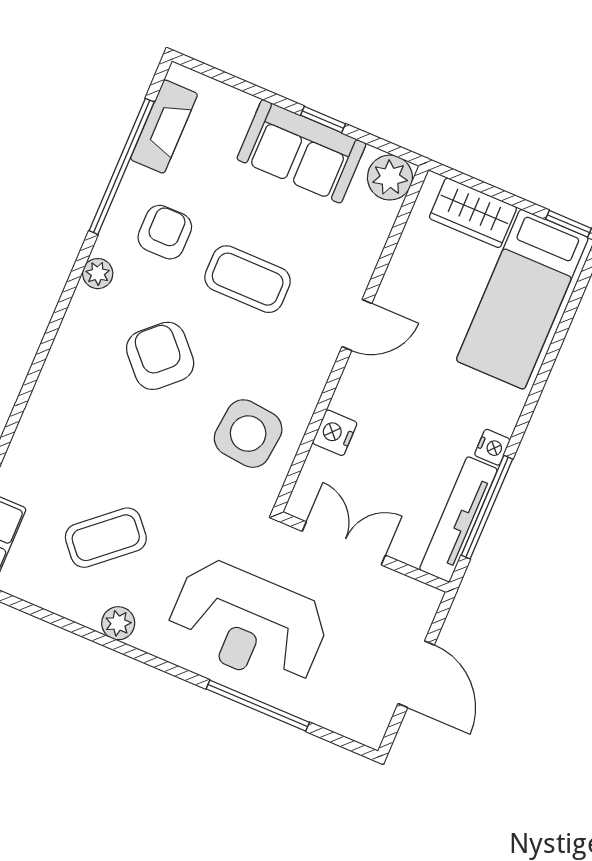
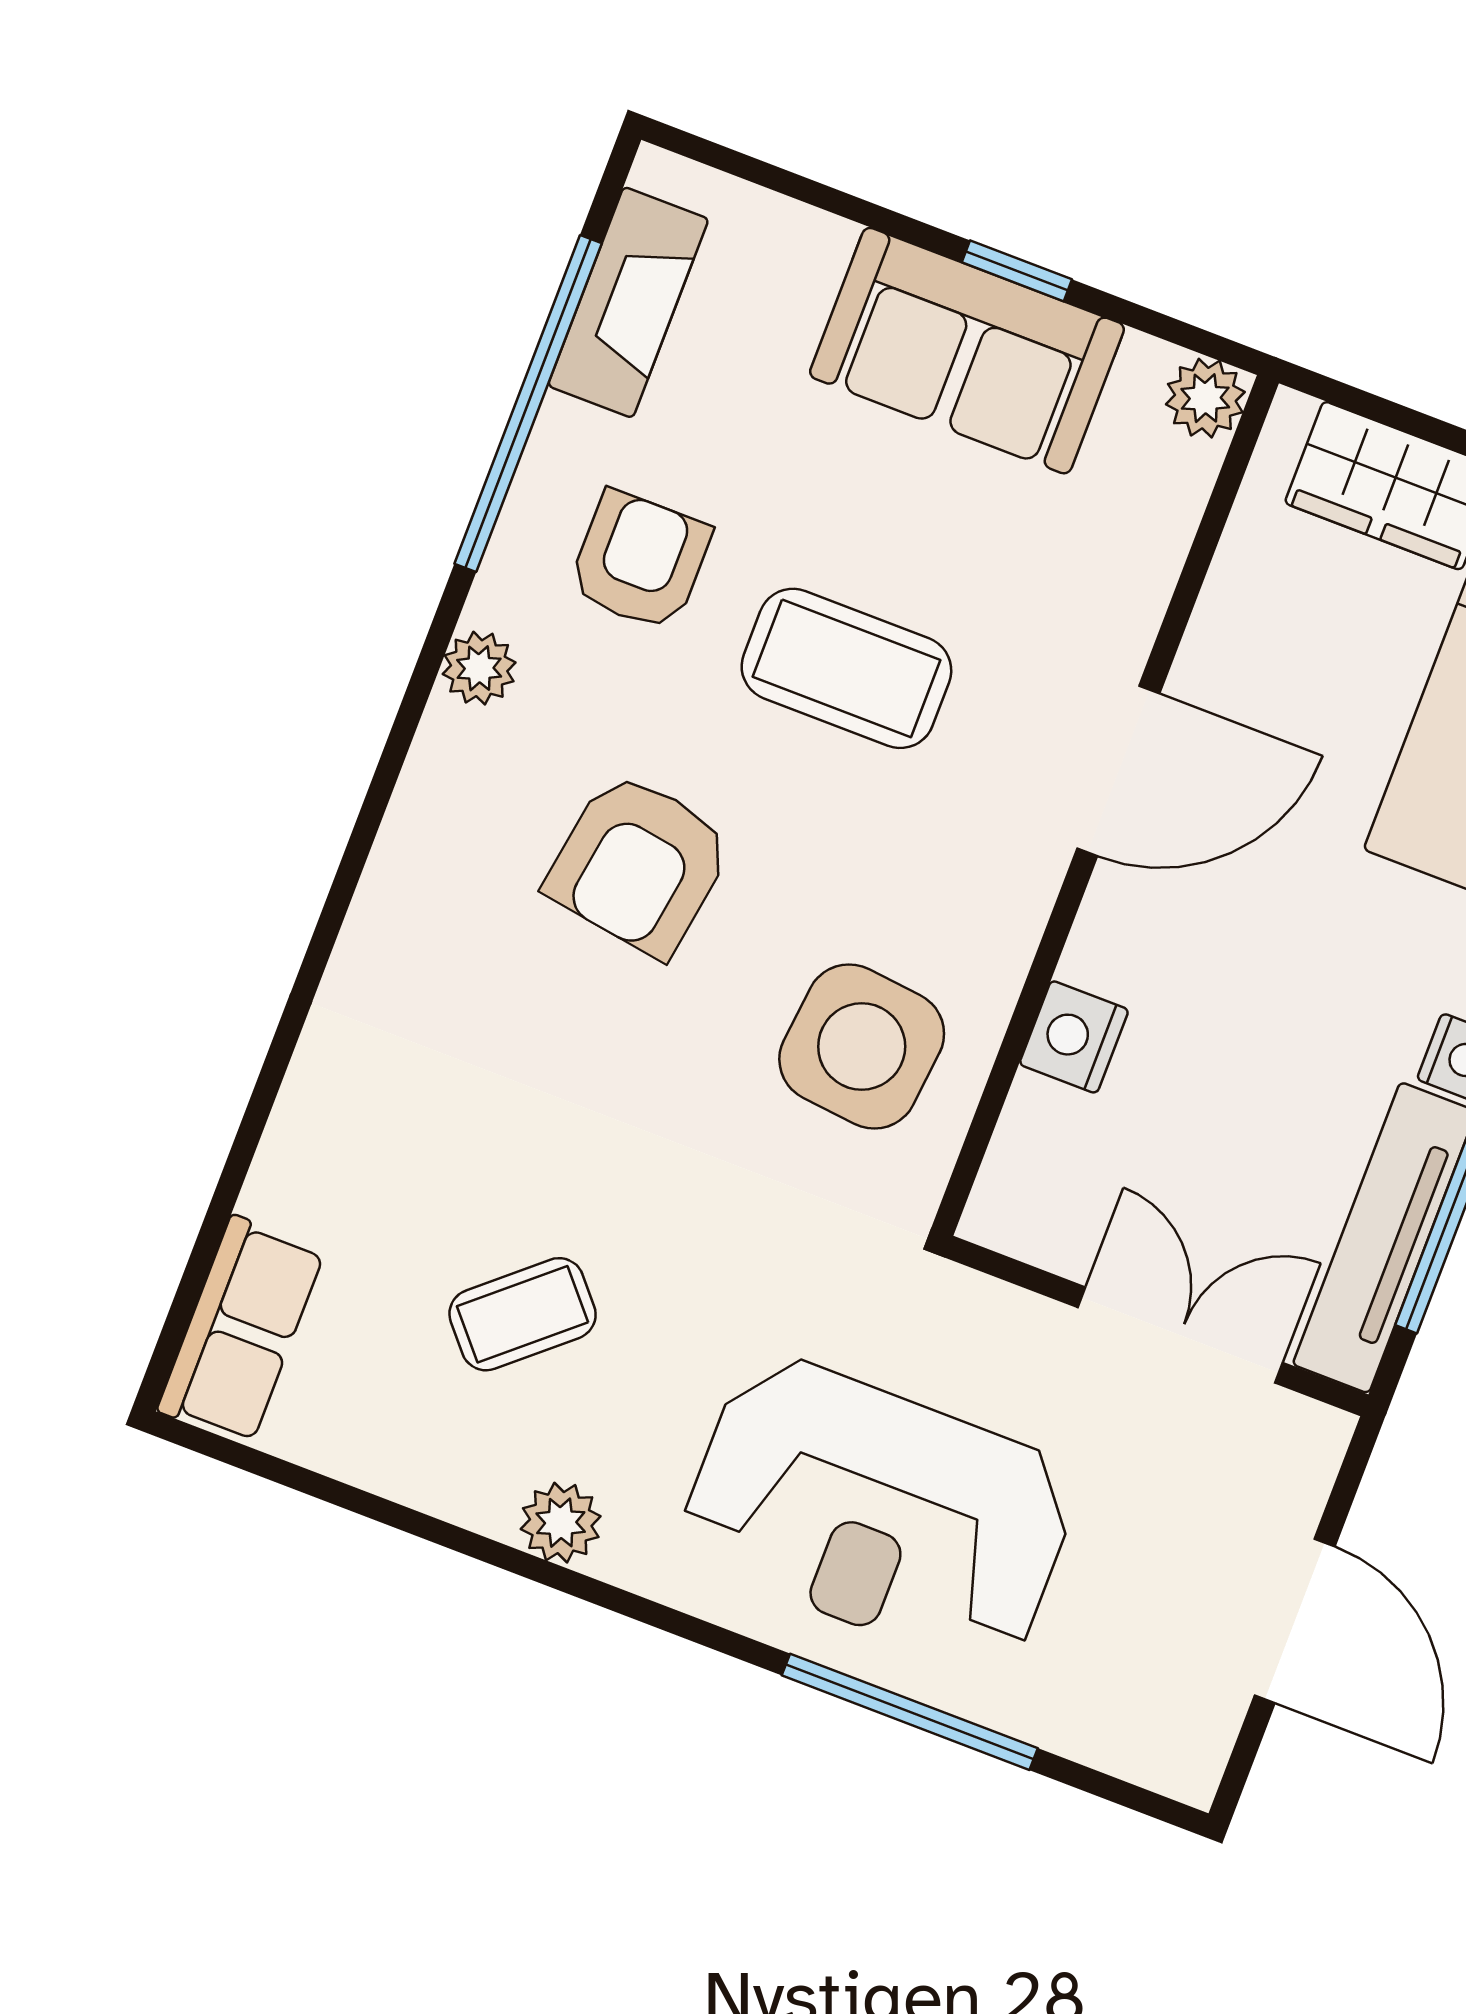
plant: (390, 178) -> (1205, 398), width x0.73, depth x0.73
door: (357, 325) -> (1118, 771), width x1.38
armchair: (160, 356) -> (639, 864), turned -128
coffee table: (106, 538) -> (523, 1314), width x0.73, depth x0.77
double door: (344, 543) -> (1180, 1335), moved

